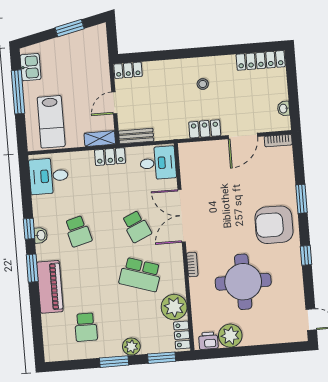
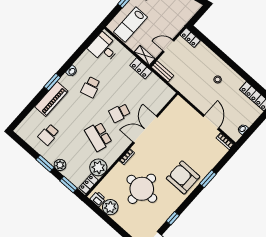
locker: (205, 129) -> (197, 101), removed
door: (243, 136) -> (211, 122), swing flipped
desk: (158, 163) -> (160, 94), removed
school desk: (137, 227) -> (120, 113), turned 45
window: (29, 229) -> (70, 63), removed
window: (306, 255) -> (173, 218), moved

